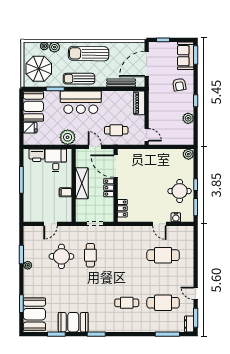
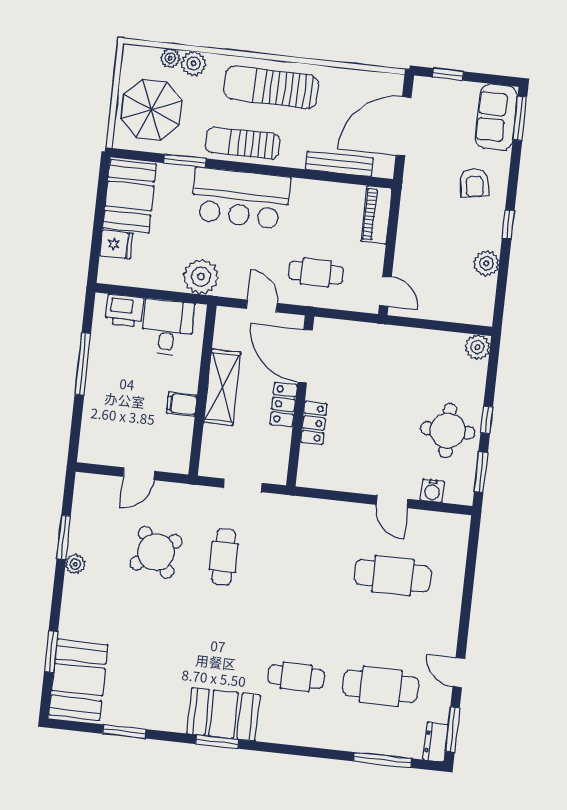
locker: (122, 208) -> (314, 423), moved
round table: (61, 256) -> (156, 552), turned -36
booth: (73, 322) -> (223, 714), moved

